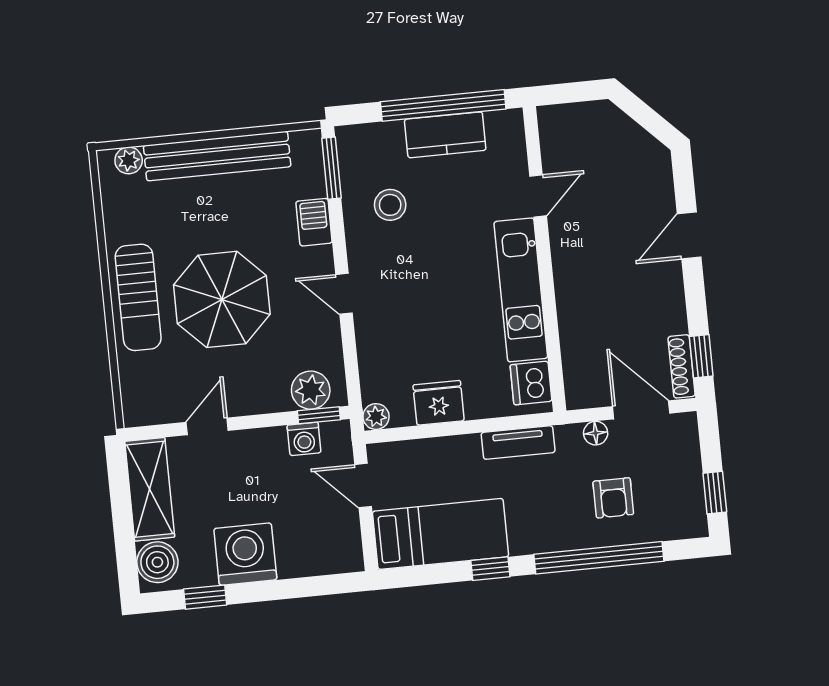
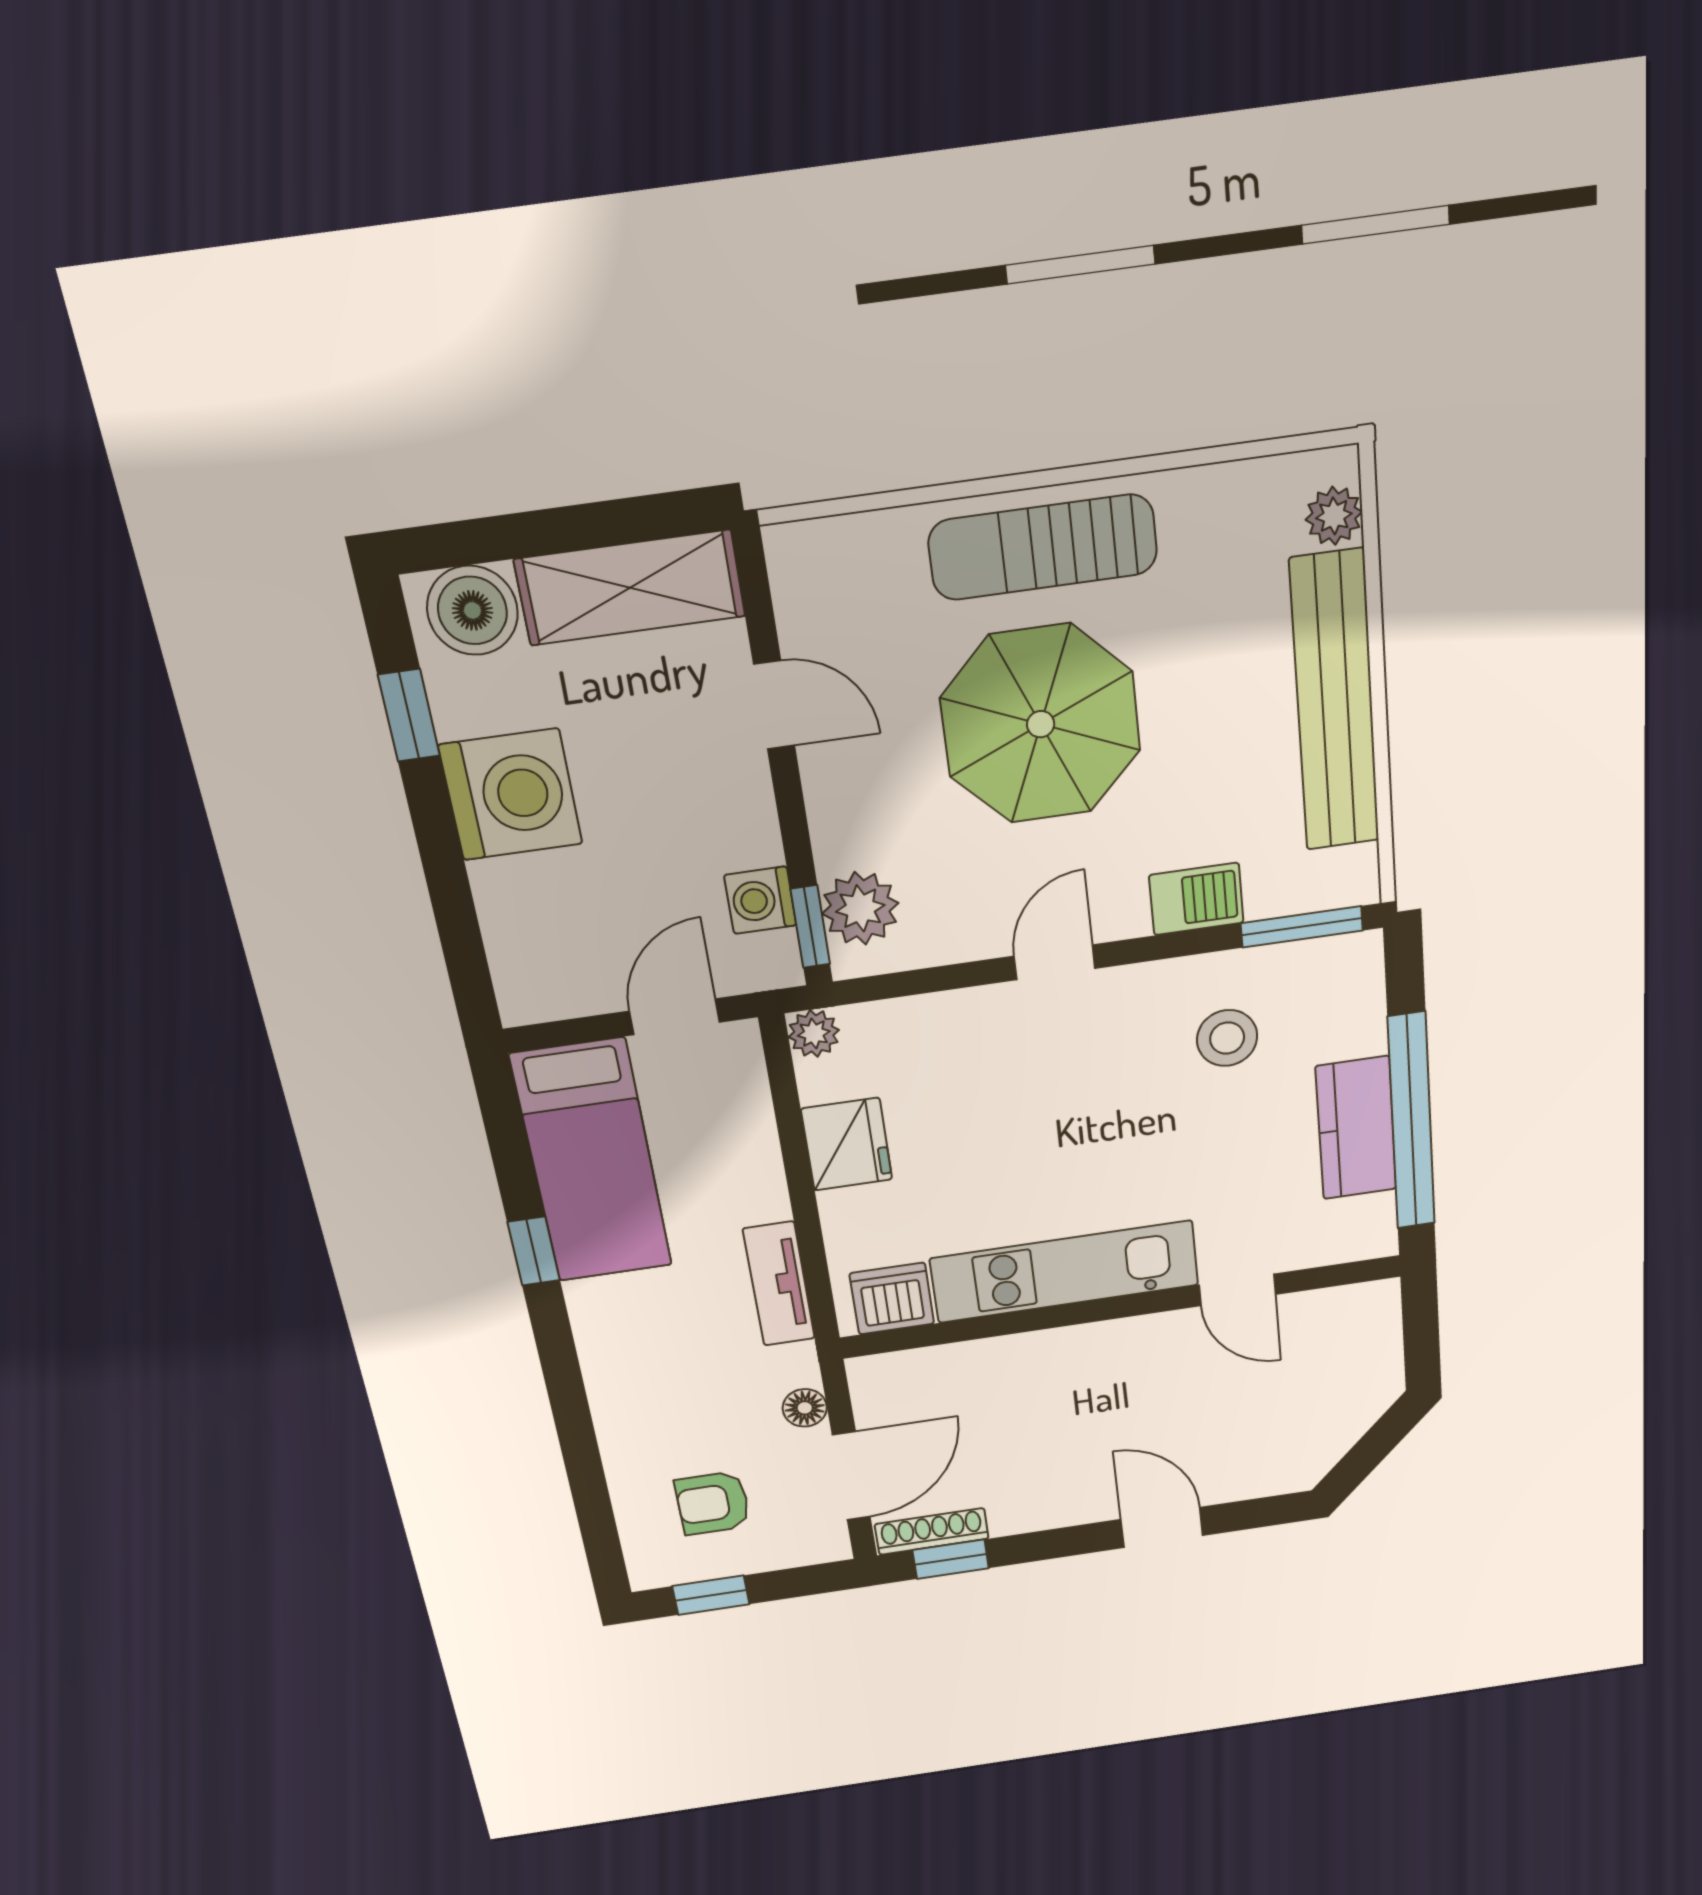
armchair: (613, 498) -> (713, 1503), moved
window: (599, 558) -> (575, 1427), removed

